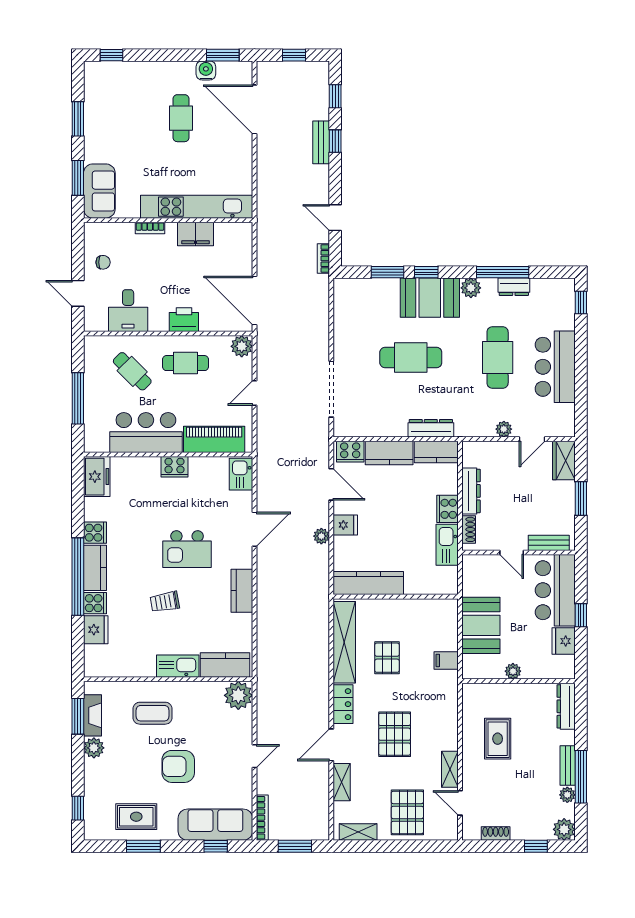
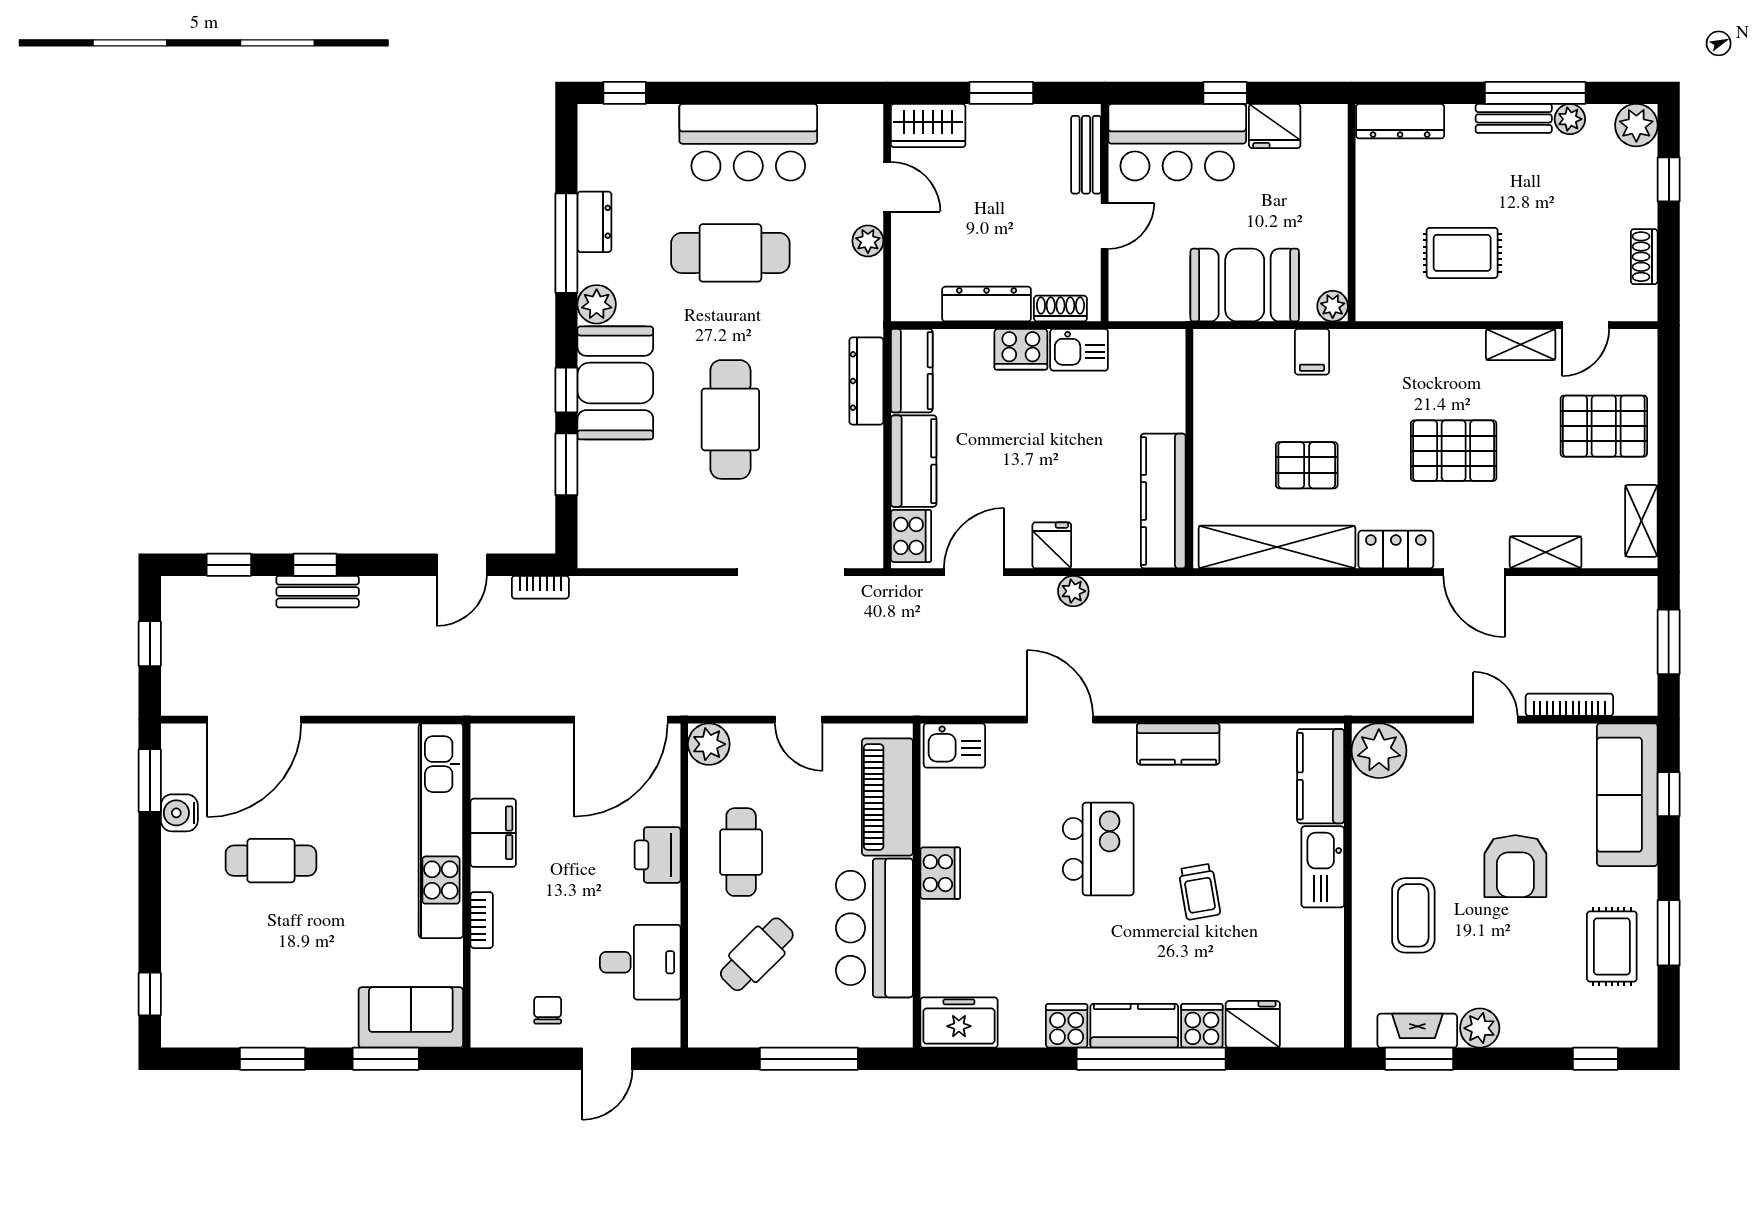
kitchen sink: (447, 545) -> (1079, 350), width x0.73
plant: (513, 671) -> (1333, 306), moved
bookcase: (262, 818) -> (1569, 705), moved

